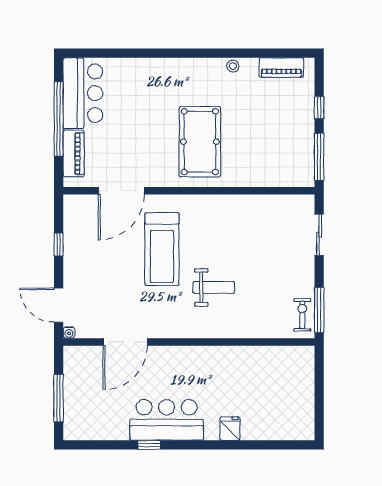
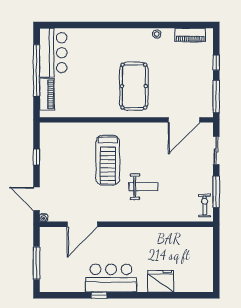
door: (121, 191) -> (184, 120), moved
window: (319, 310) -> (216, 192), moved
fridge: (230, 429) -> (161, 281), width x1.88, depth x1.34

